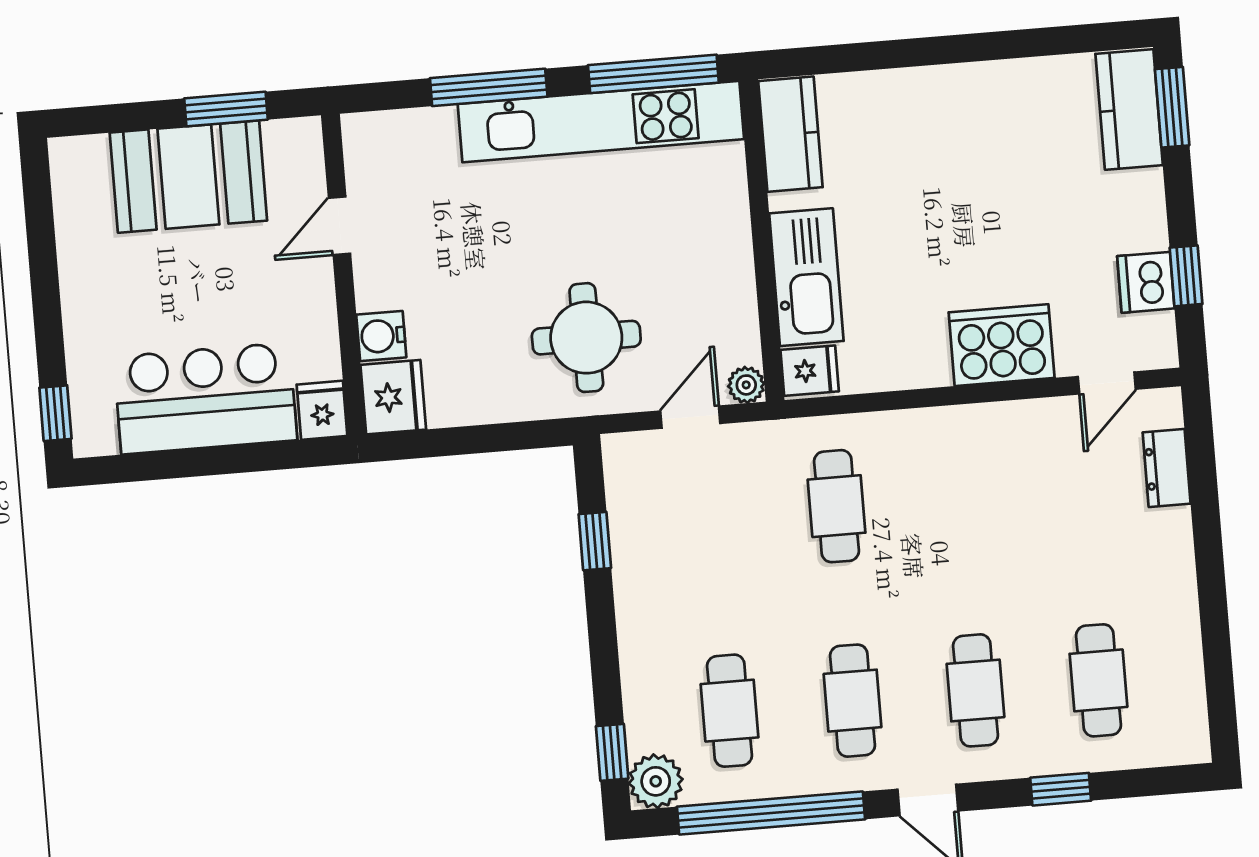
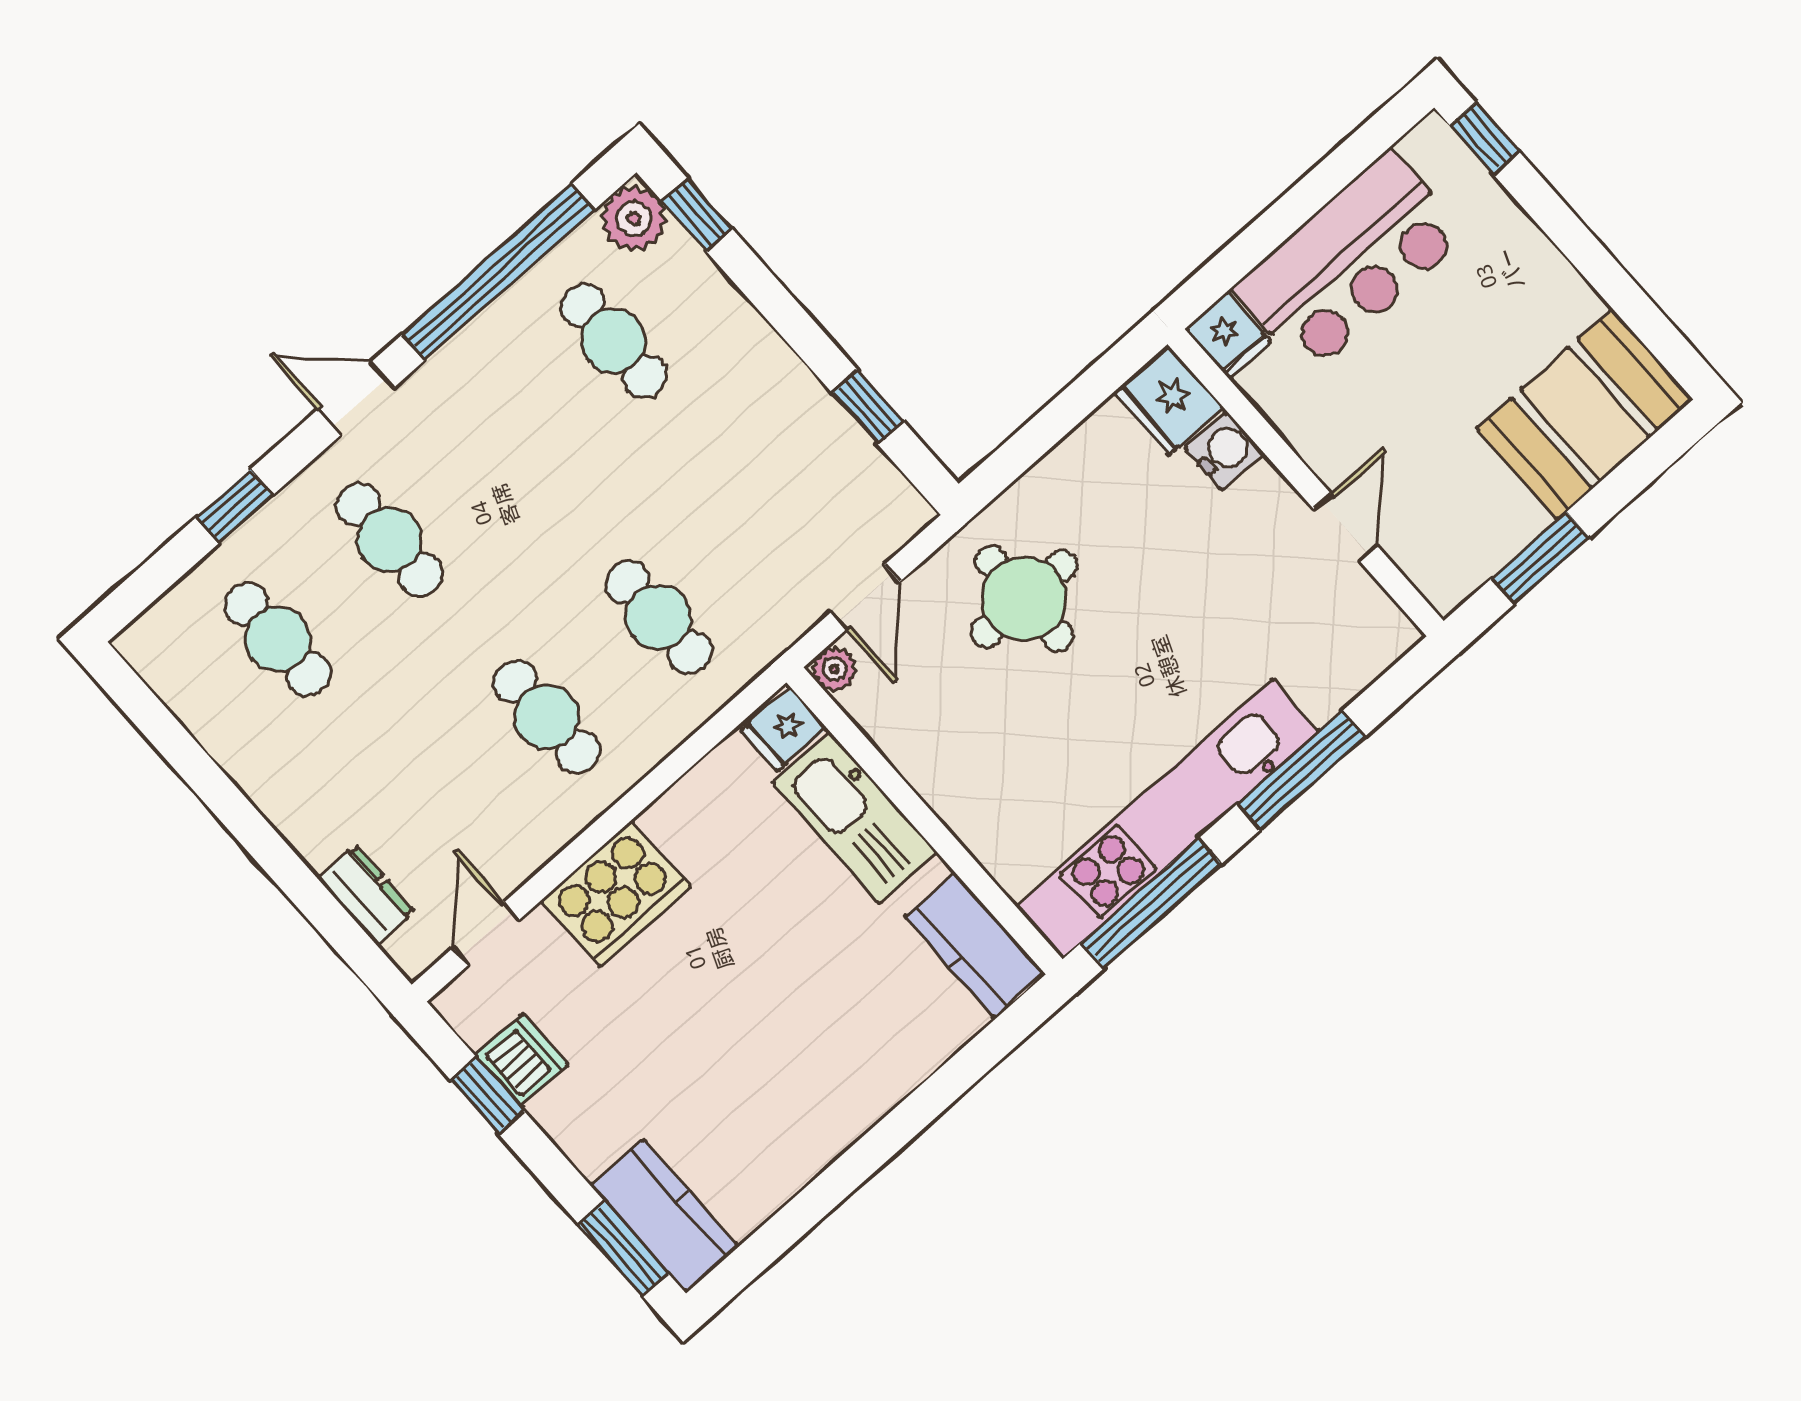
booth: (188, 177) -> (1585, 414), moved
cafe table: (853, 701) -> (547, 717), moved

